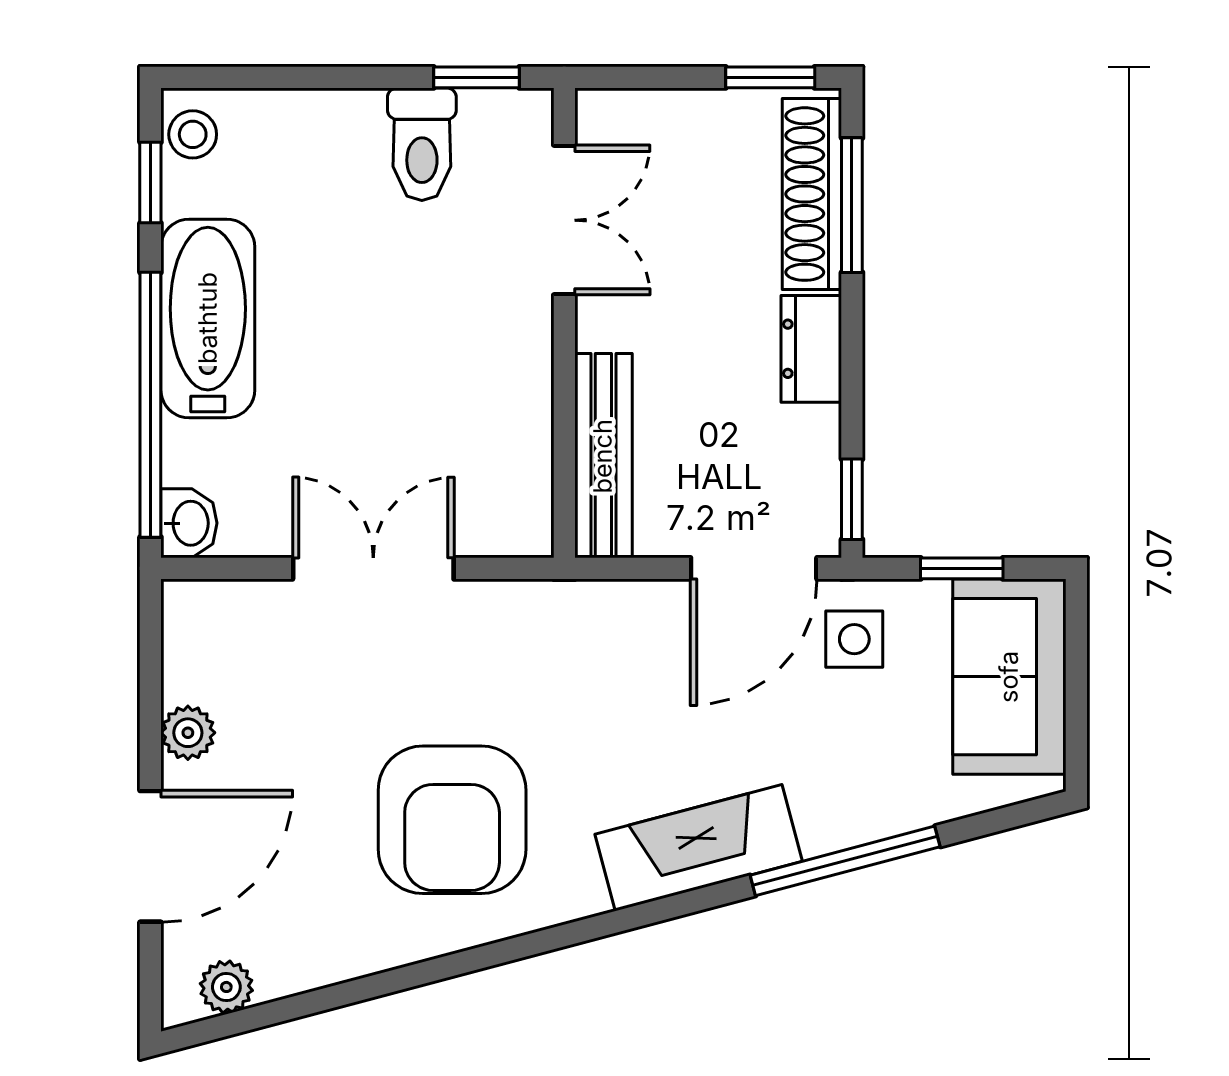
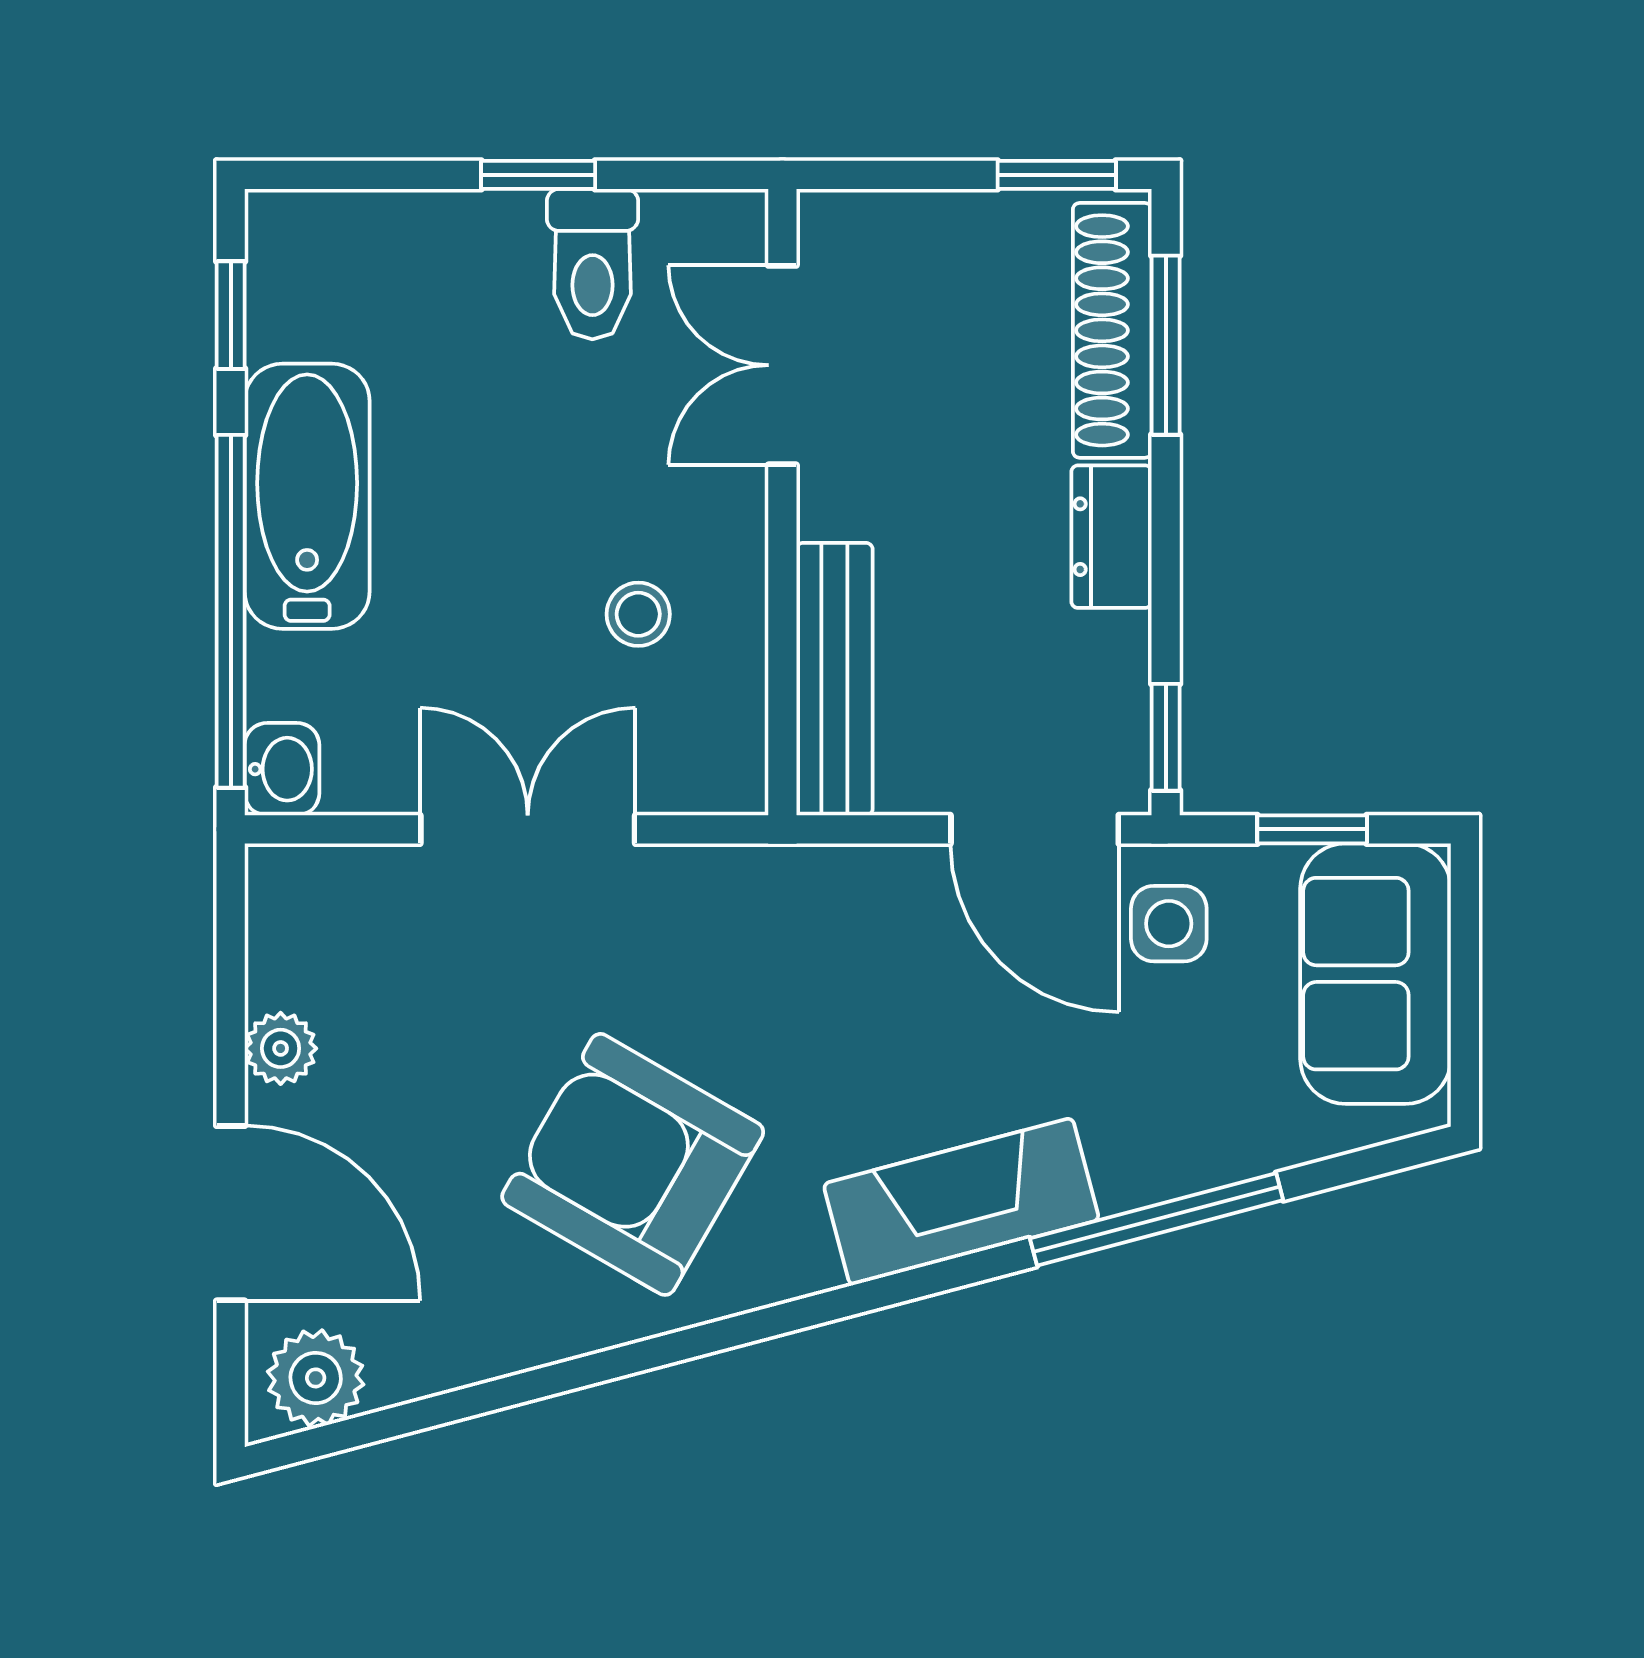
window: (477, 77) -> (538, 175), moved
stool: (193, 134) -> (638, 614), moved
double door: (564, 220) -> (782, 365), swing flipped
door: (754, 568) -> (1035, 829), hinge flipped
armchair: (452, 820) -> (633, 1164), turned 120
door: (150, 856) -> (231, 1213), hinge flipped
plant: (226, 987) -> (316, 1378), width x1.38, depth x1.38

